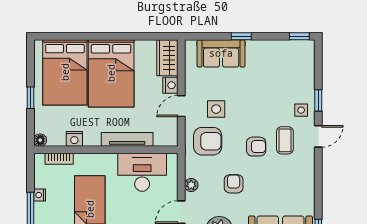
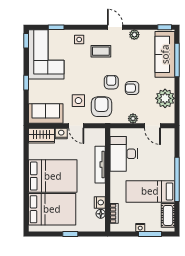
sofa: (221, 53) -> (46, 113), moved, turned -90
corner sofa: (281, 64) -> (46, 54), added
window: (318, 100) -> (56, 27), moved
door: (318, 136) -> (115, 27), moved
floor lamp: (40, 140) -> (101, 214), moved
armchair: (256, 147) -> (111, 82), moved
plant: (308, 187) -> (134, 35), added

